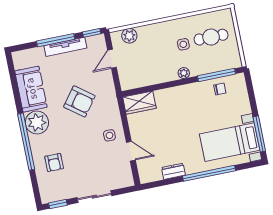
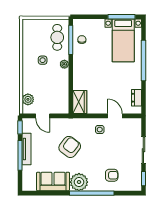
cafe table: (211, 37) -> (57, 37), moved
door: (131, 151) -> (115, 116), hinge flipped
dresser: (173, 171) -> (136, 98), moved

